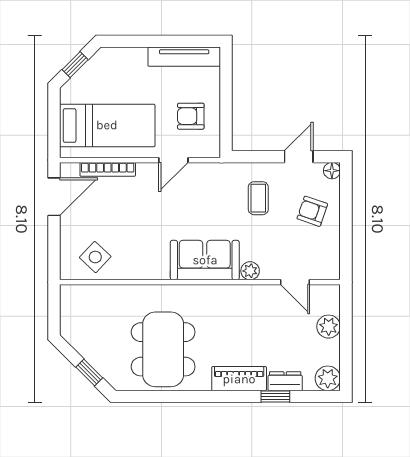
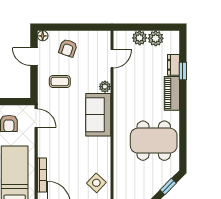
door: (173, 160) -> (36, 118), moved
plant: (328, 378) -> (156, 38), moved

